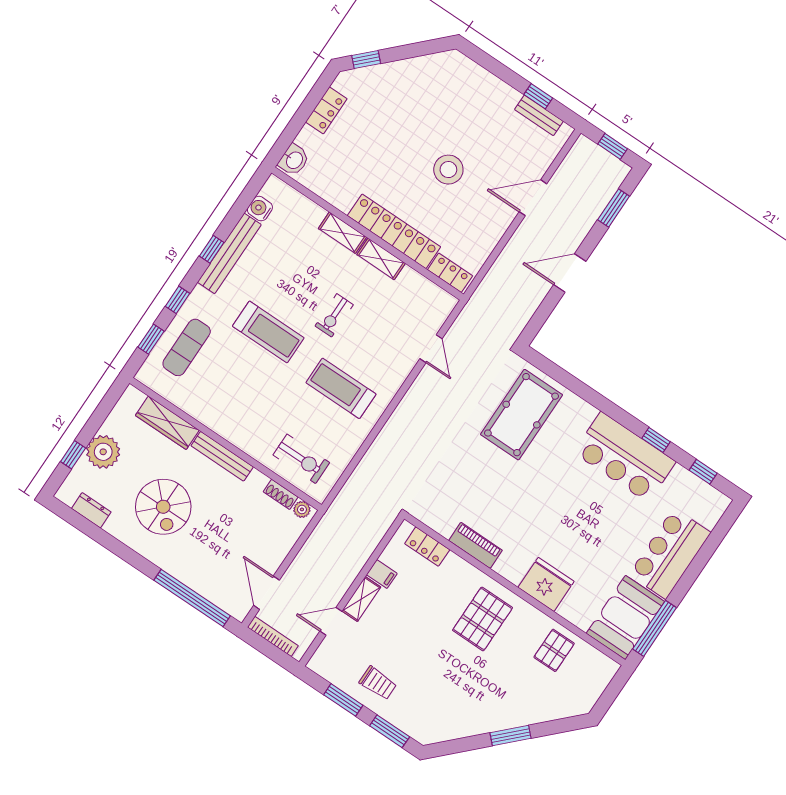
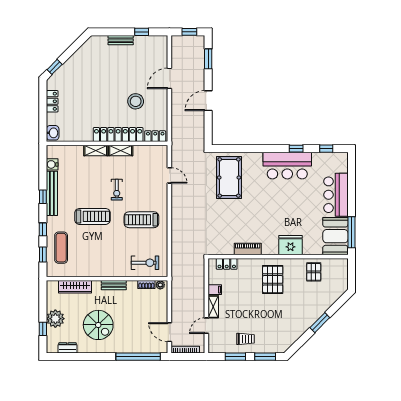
bench: (539, 115) -> (121, 40), moved
stool: (448, 170) -> (136, 101), moved
bench: (222, 456) -> (114, 285), width x0.73

